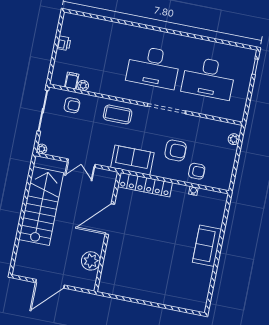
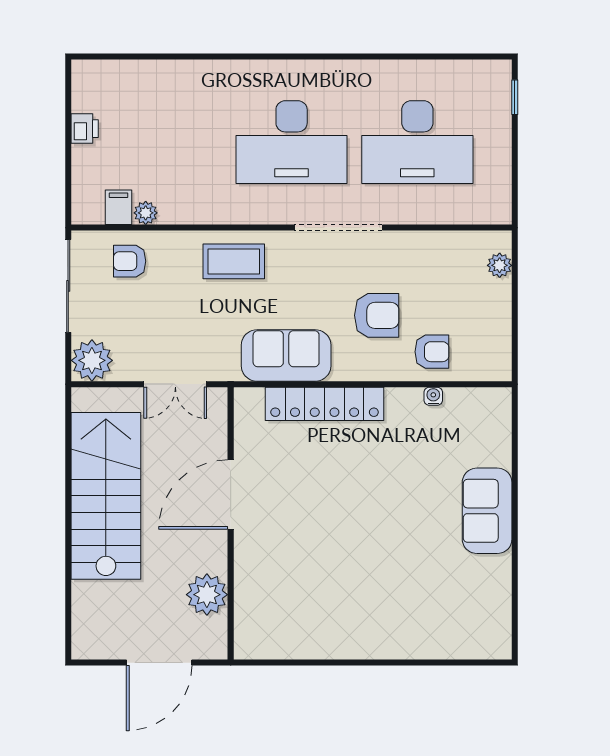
armchair: (72, 105) -> (130, 261), turned 180
plant: (42, 149) -> (92, 360), width x1.88, depth x1.88
door: (110, 219) -> (231, 495), moved
wall: (107, 232) -> (231, 523), moved
plant: (91, 261) -> (207, 595), moved

